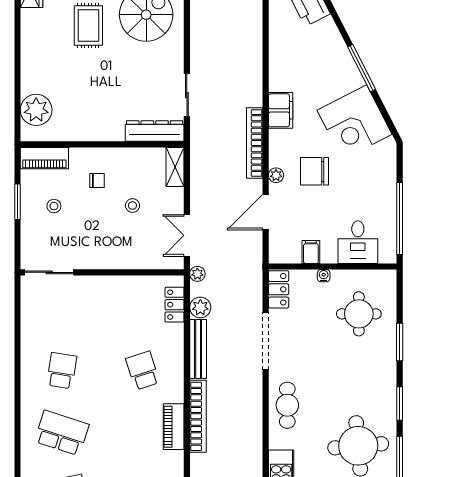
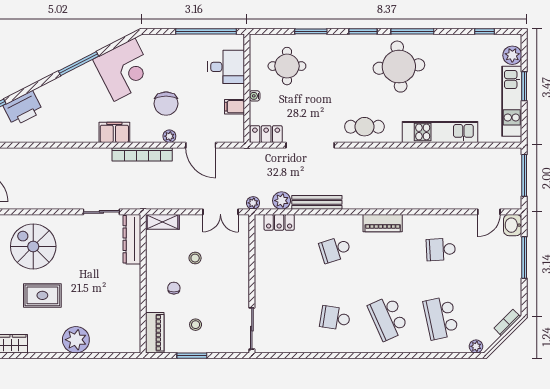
plant: (36, 110) -> (76, 340), moved
bookcase: (198, 416) -> (374, 202), removed
school desk: (62, 433) -> (388, 318), turned -42

